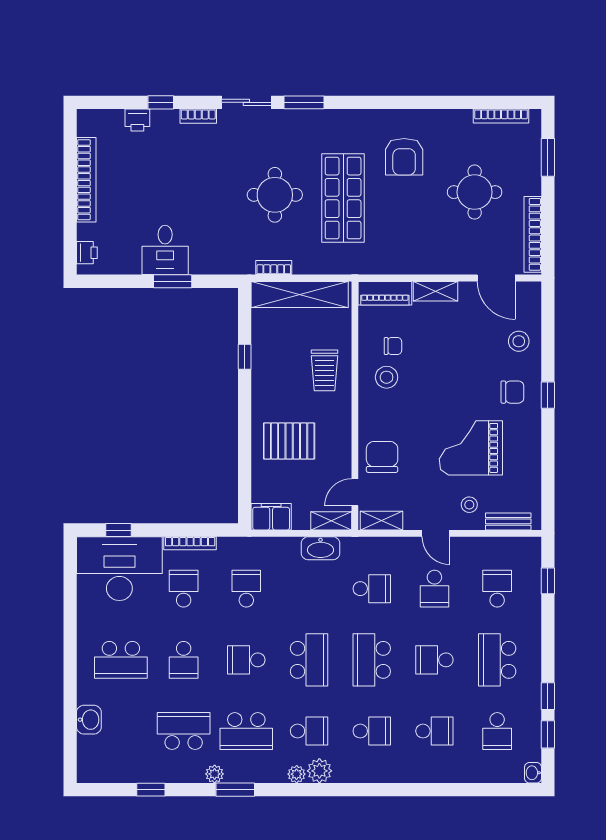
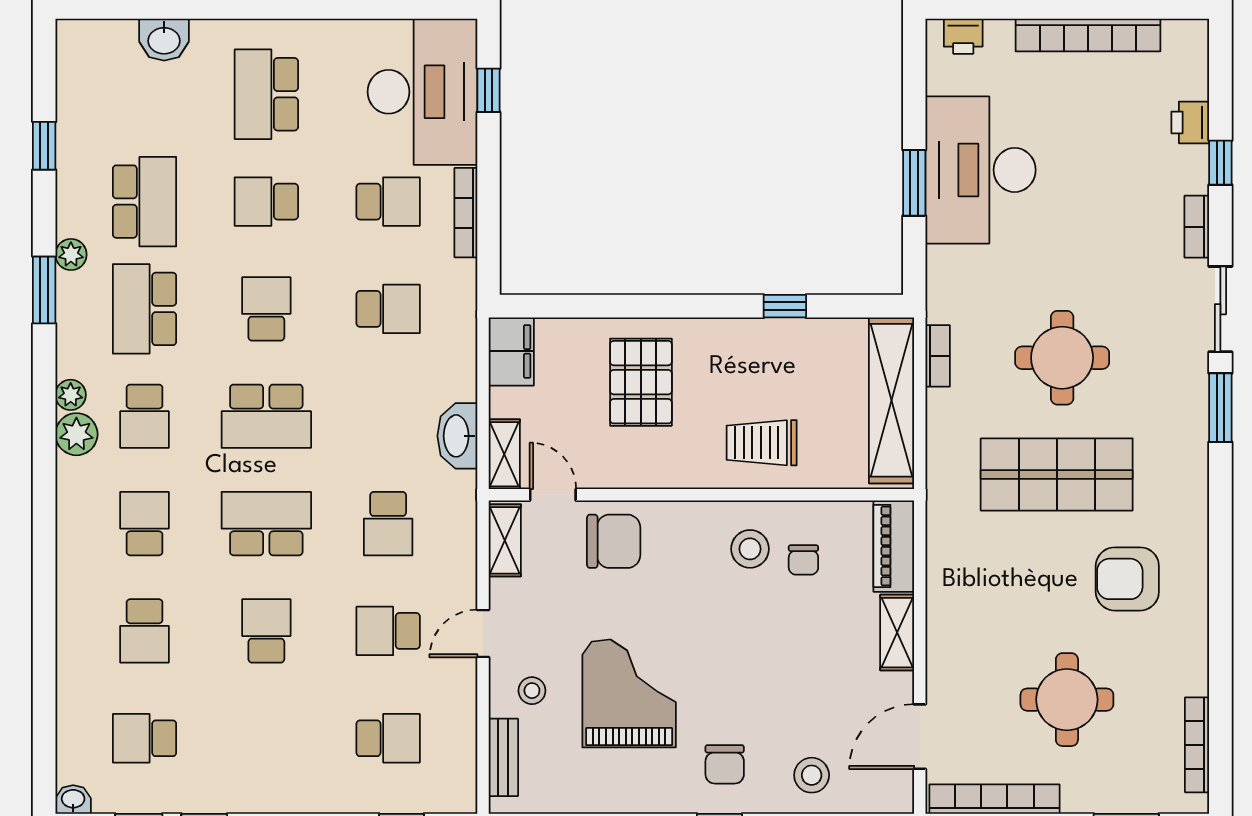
desk: (165, 250) -> (980, 170), width x1.87, depth x1.30
school desk: (497, 660) -> (266, 738), removed
school desk: (372, 731) -> (145, 524), turned 180

